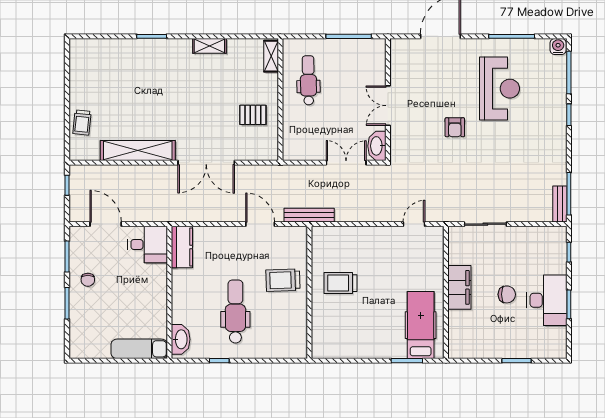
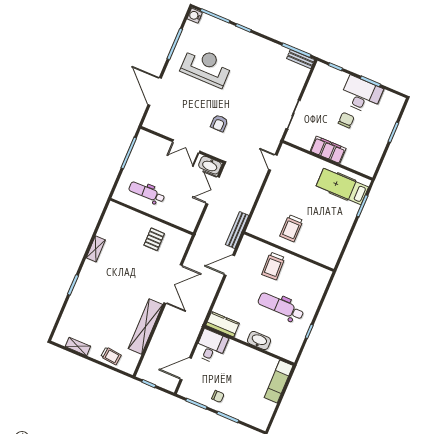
shelving: (271, 56) -> (78, 346), moved
armchair: (455, 127) -> (219, 123), moved, turned 90
washbasin: (181, 339) -> (259, 341), moved

